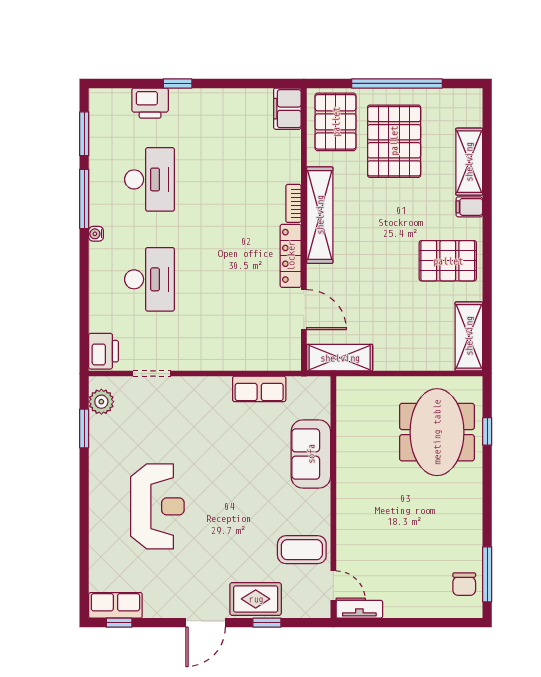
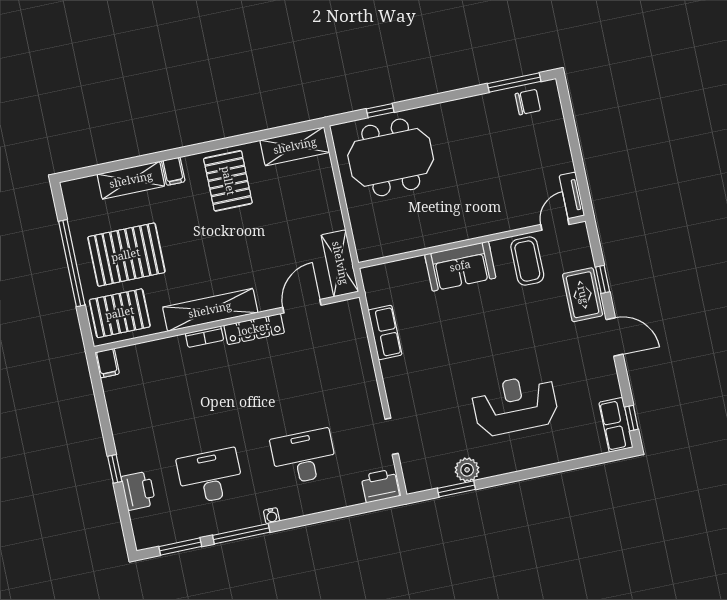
filing cabinet: (287, 109) -> (107, 363), width x0.50
plant: (101, 402) -> (467, 470), moved
sofa: (311, 454) -> (460, 266), moved

